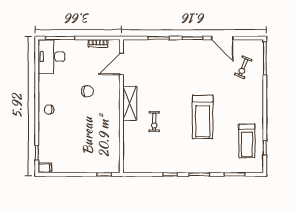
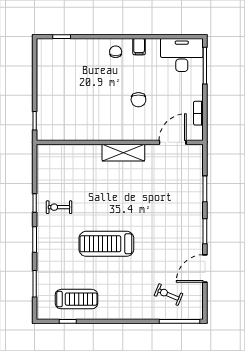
door: (121, 64) -> (173, 142), hinge flipped
exercise bike: (154, 122) -> (59, 207), moved
treadmill: (247, 141) -> (76, 299), turned 180
filing cabinet: (45, 168) -> (139, 47), moved

